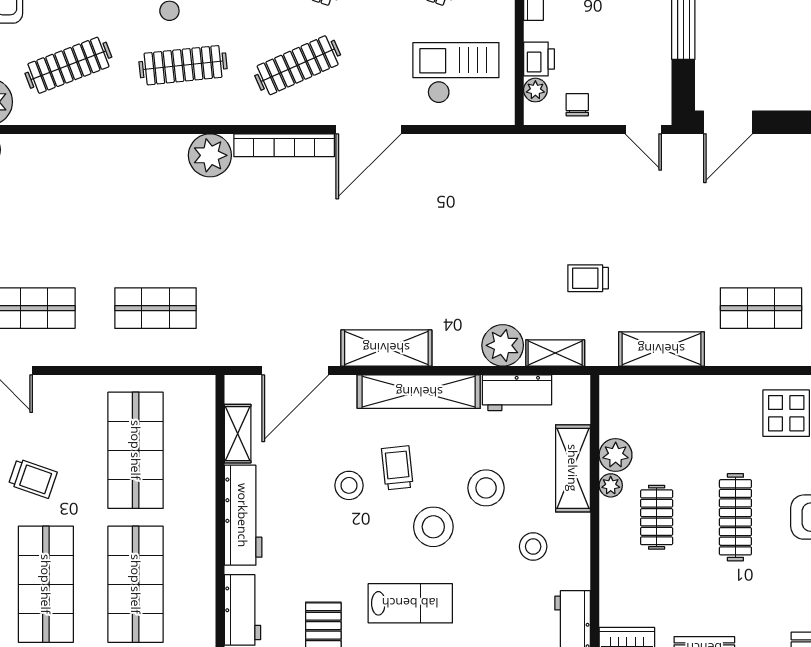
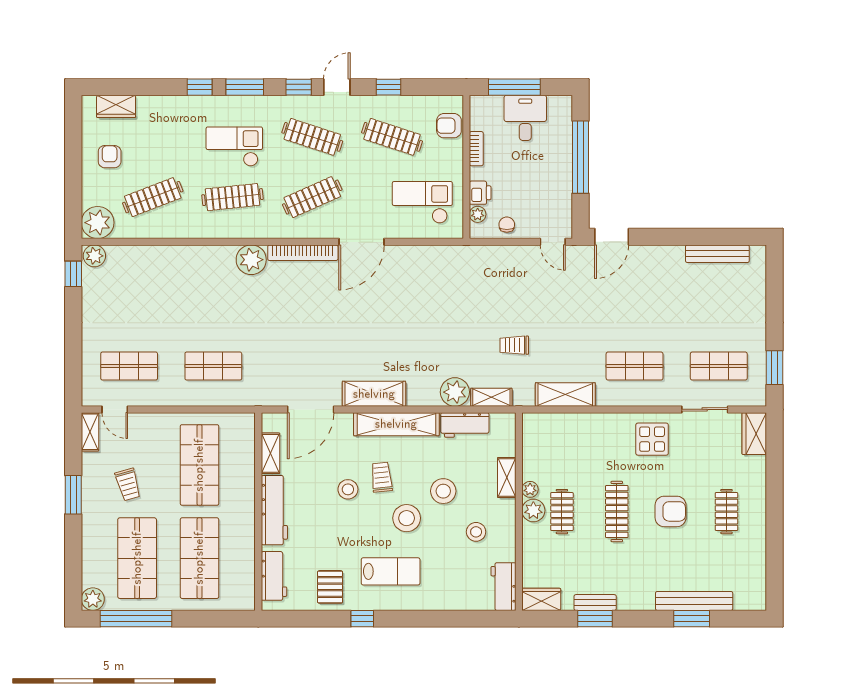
plant: (616, 455) -> (533, 510), moved
shelving: (573, 468) -> (507, 478), width x0.67, depth x0.75
trolley: (33, 478) -> (128, 484), turned 55

